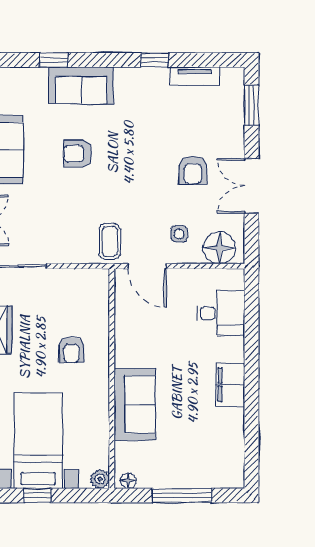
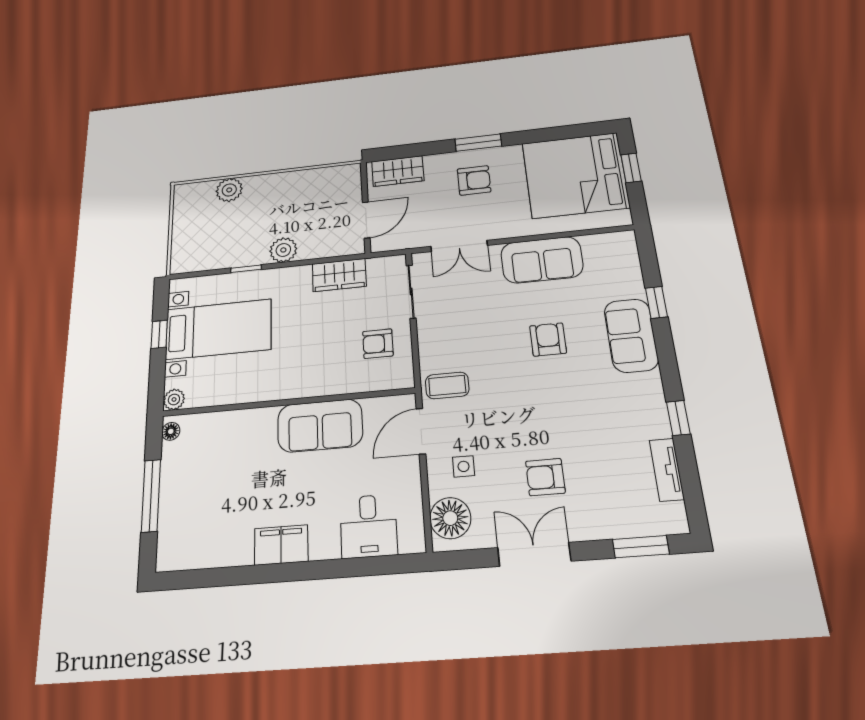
armchair: (71, 350) -> (378, 344), moved
sofa: (135, 404) -> (320, 426), moved

